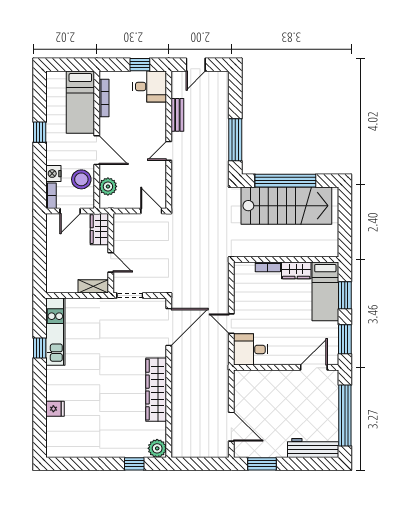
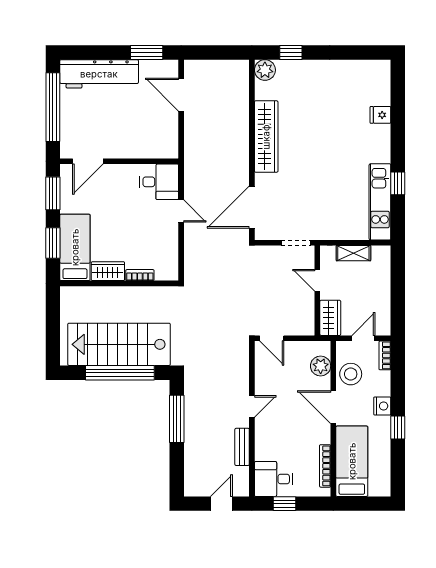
nightstand: (53, 174) -> (382, 406), moved
shelving: (93, 286) -> (353, 253), moved
workbench: (313, 448) -> (99, 74), width x1.36, depth x1.32

